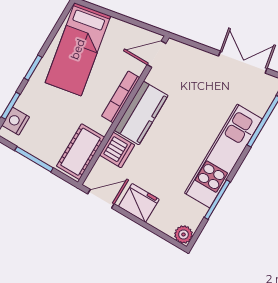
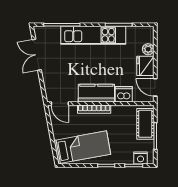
cot: (81, 152) -> (145, 124), moved, turned 90
plant: (183, 234) -> (148, 49), moved

